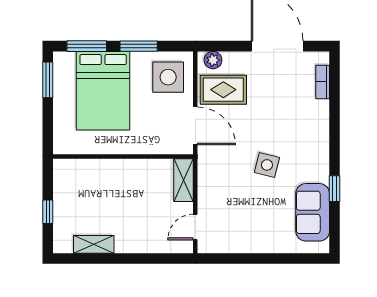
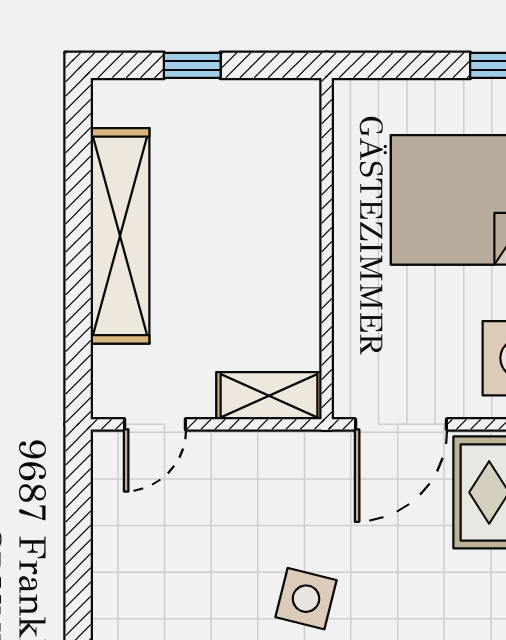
door: (195, 227) -> (155, 424), swing flipped
shelving: (94, 244) -> (120, 236), width x2.20, depth x1.33

